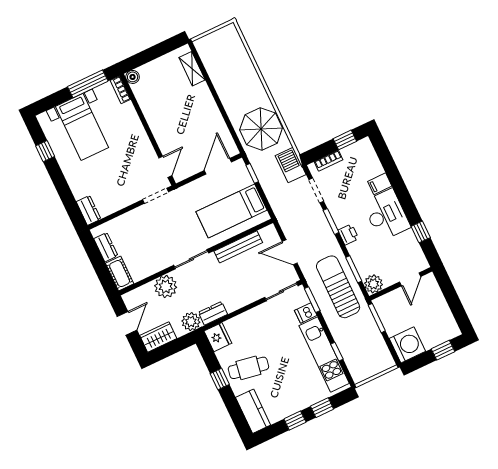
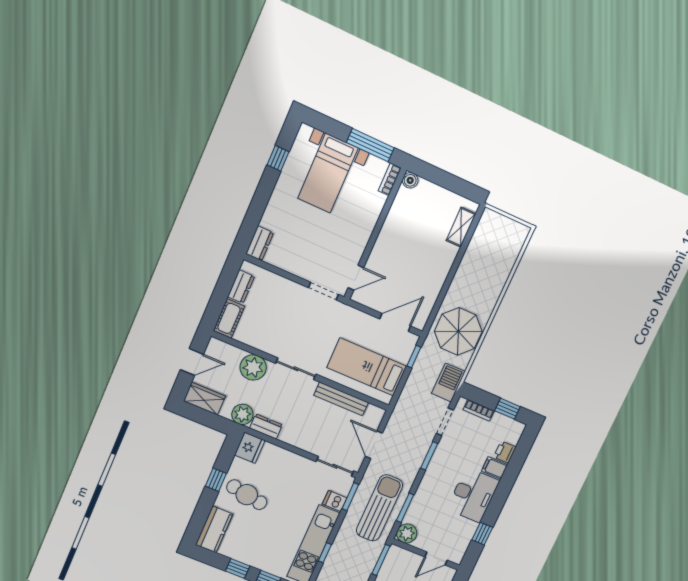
printer: (348, 234) -> (505, 452), moved, turned 180

